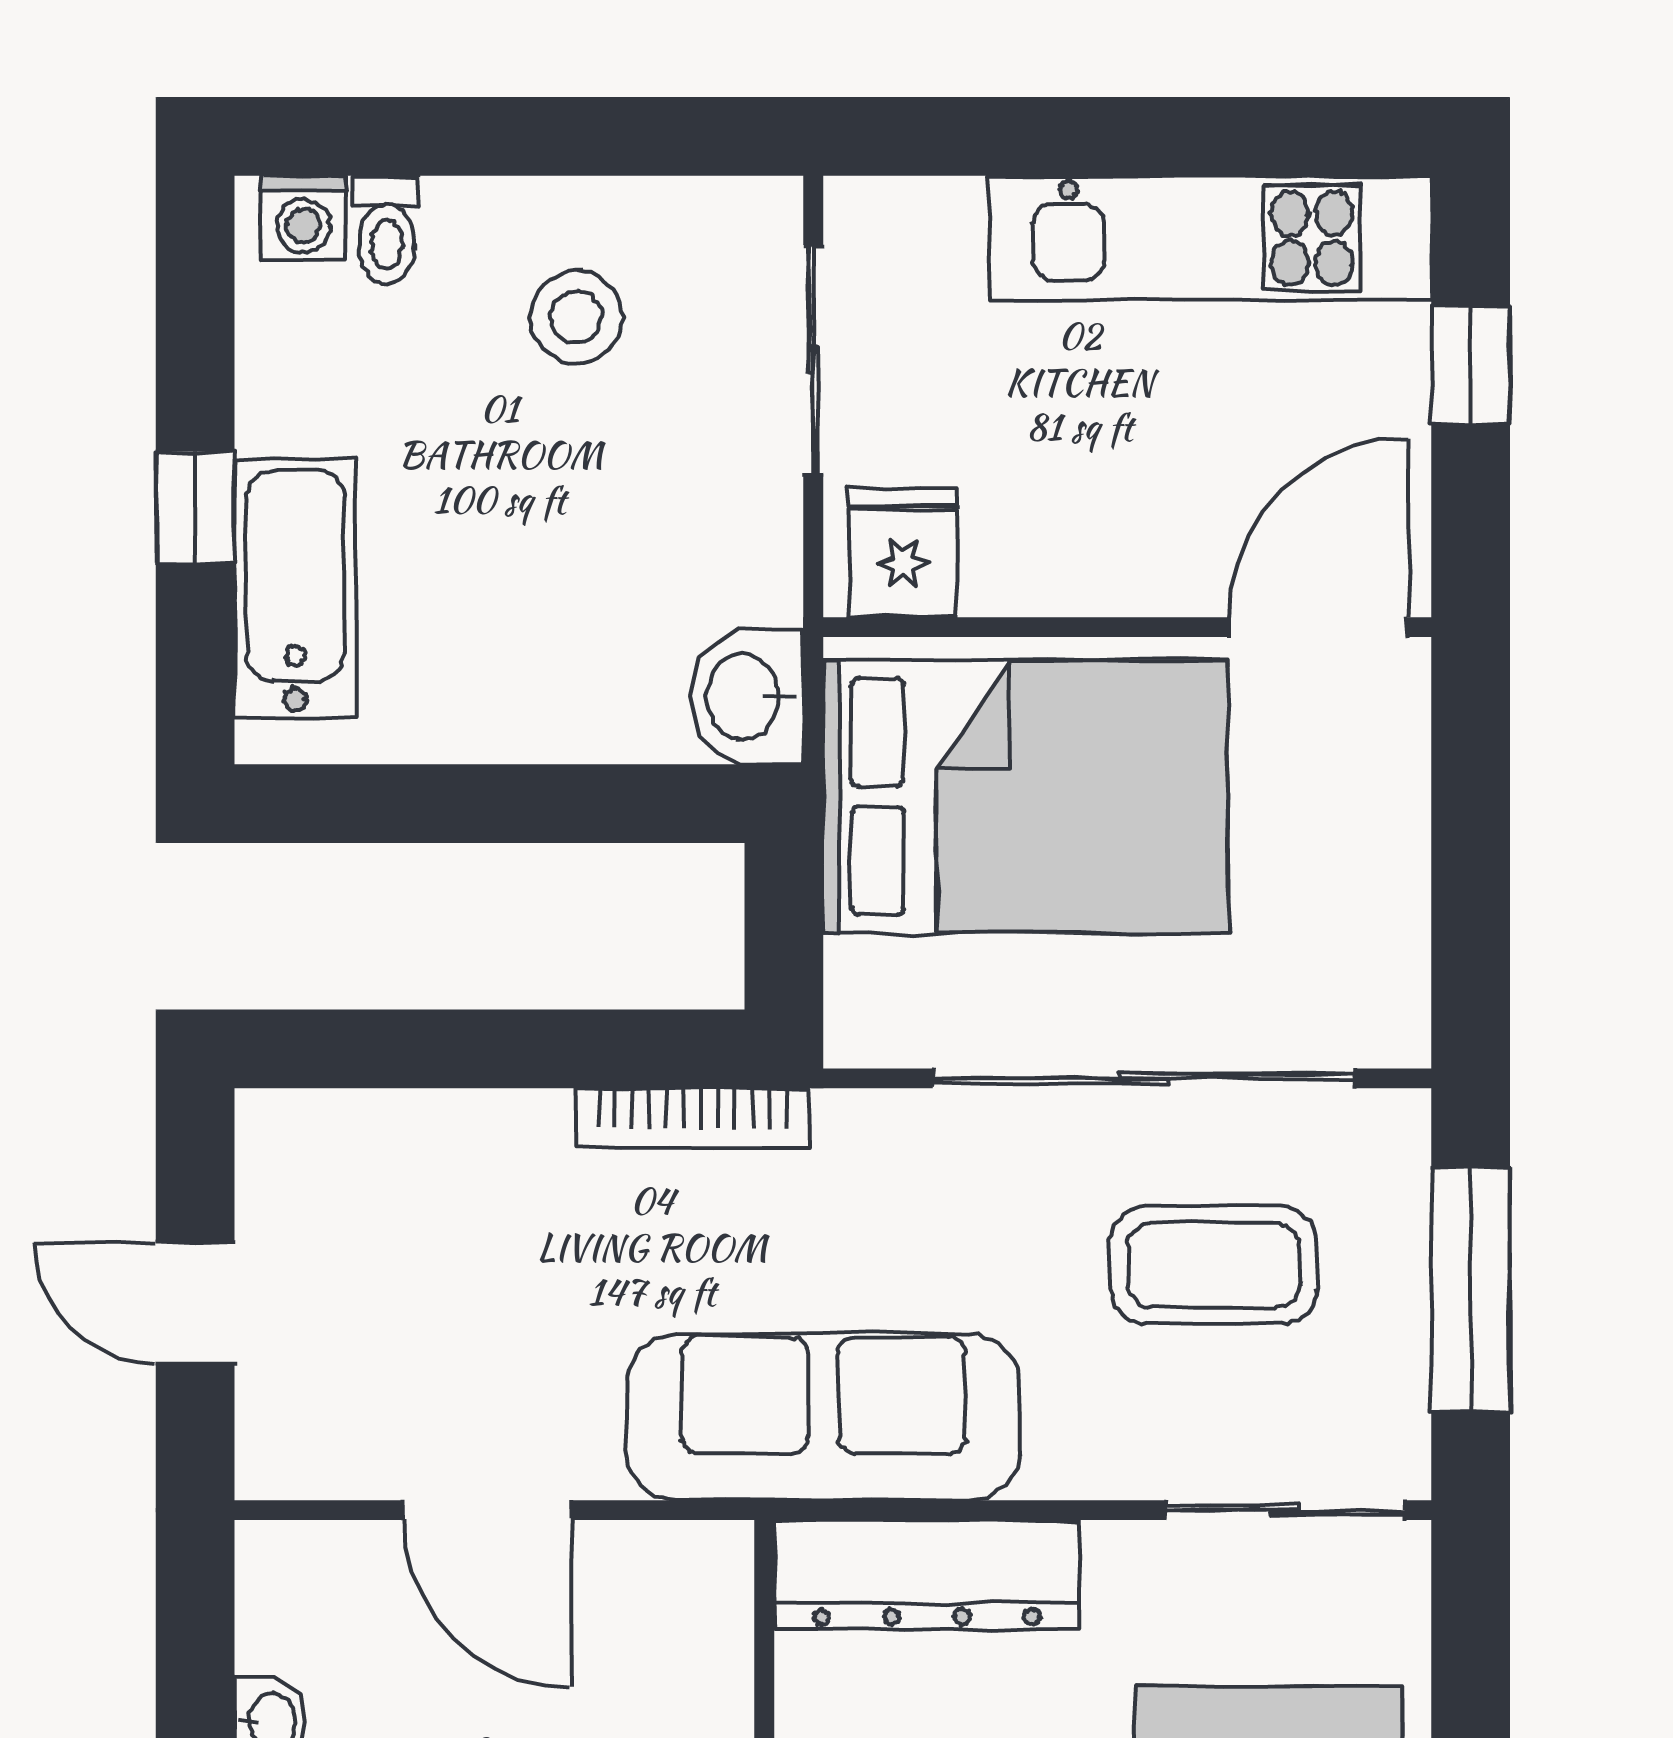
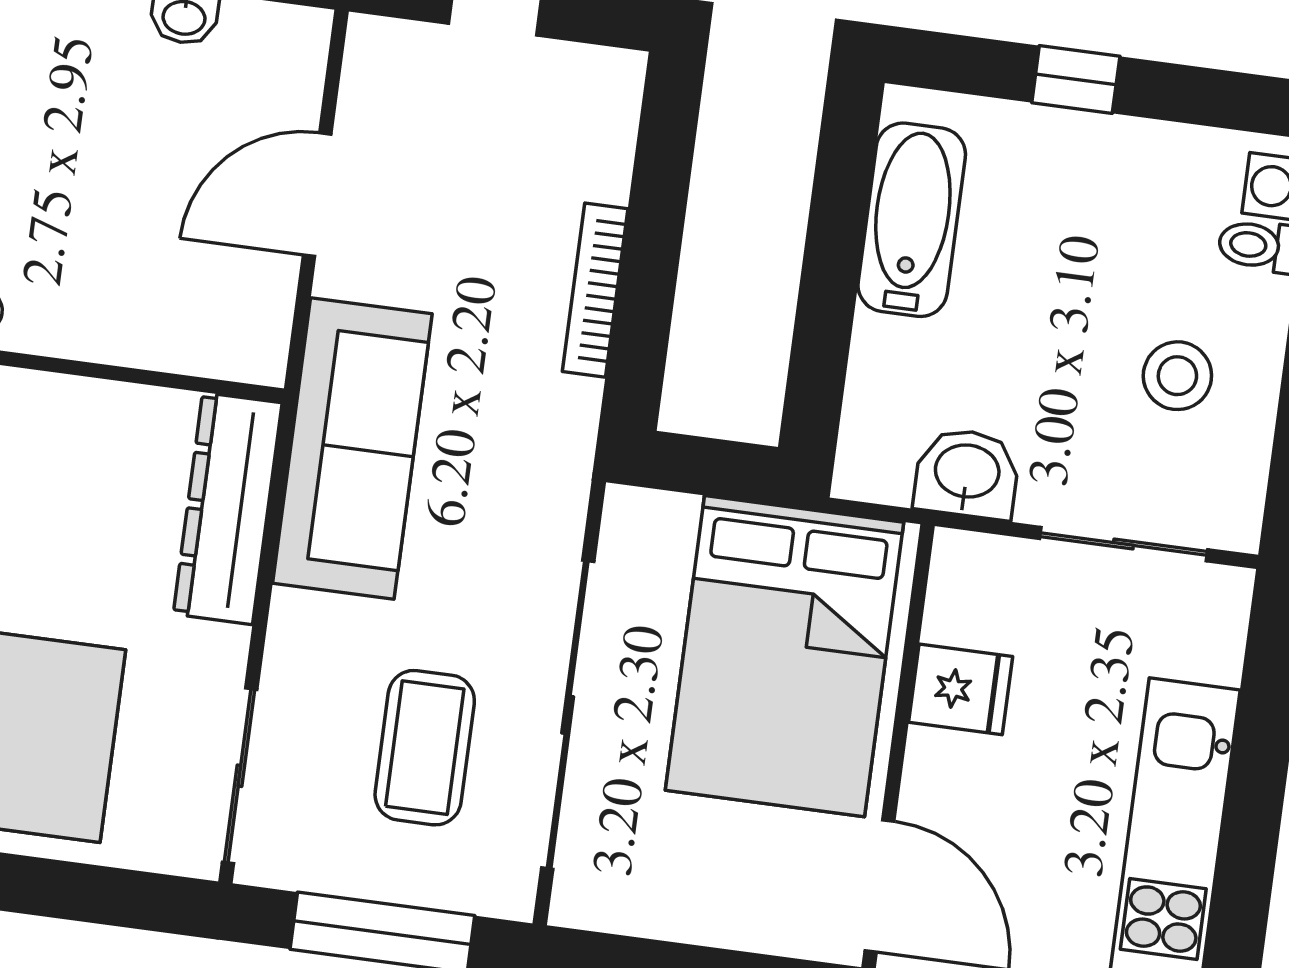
fridge: (903, 553) -> (961, 689), moved
bathtub: (295, 589) -> (912, 220), moved, turned -90
washbasin: (746, 697) -> (967, 474), moved
bookcase: (692, 1118) -> (595, 290), moved

